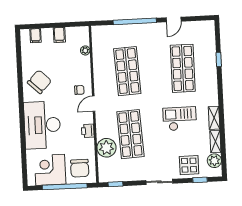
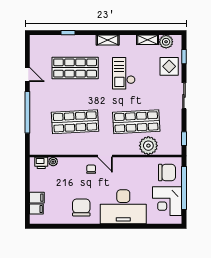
filing cabinet: (59, 35) -> (37, 198), moved
chair: (39, 82) -> (81, 207), turned 46
shelving: (214, 118) -> (108, 40), moved
printer: (88, 131) -> (41, 163), moved

